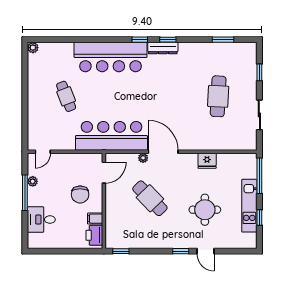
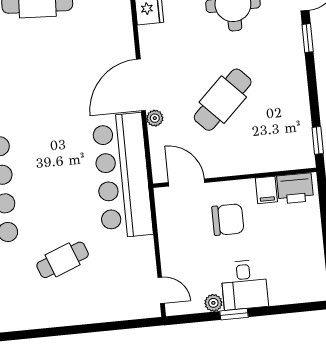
window: (25, 193) -> (234, 314), width x0.46
desk: (41, 220) -> (244, 285), moved

